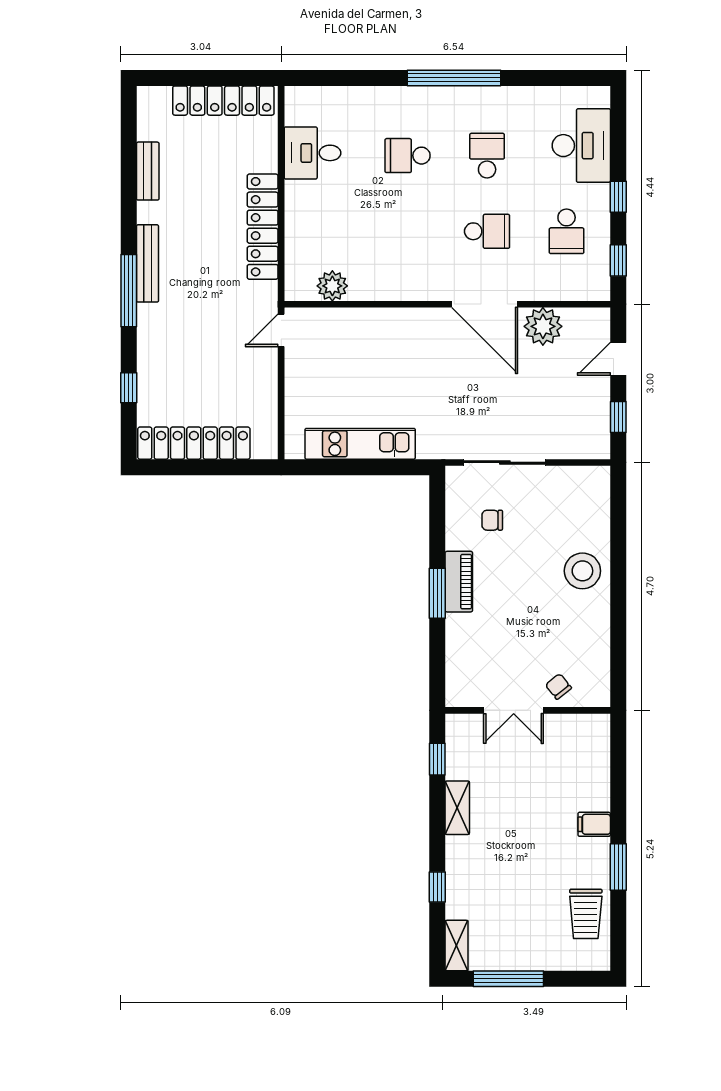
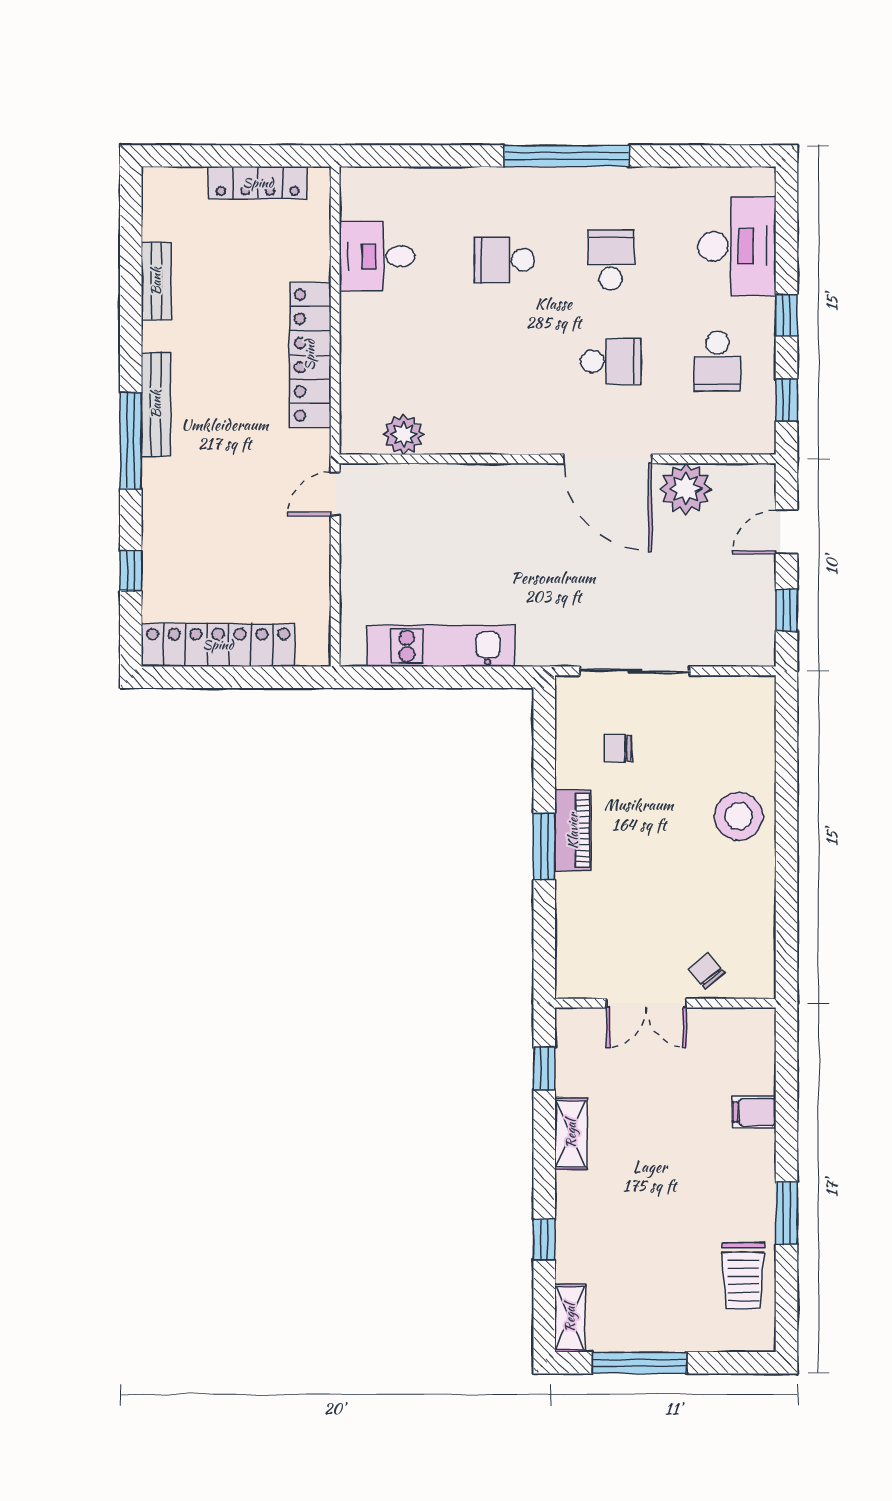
locker: (223, 101) -> (258, 183), width x0.71, depth x0.83
filing cabinet: (594, 824) -> (754, 1112), moved

